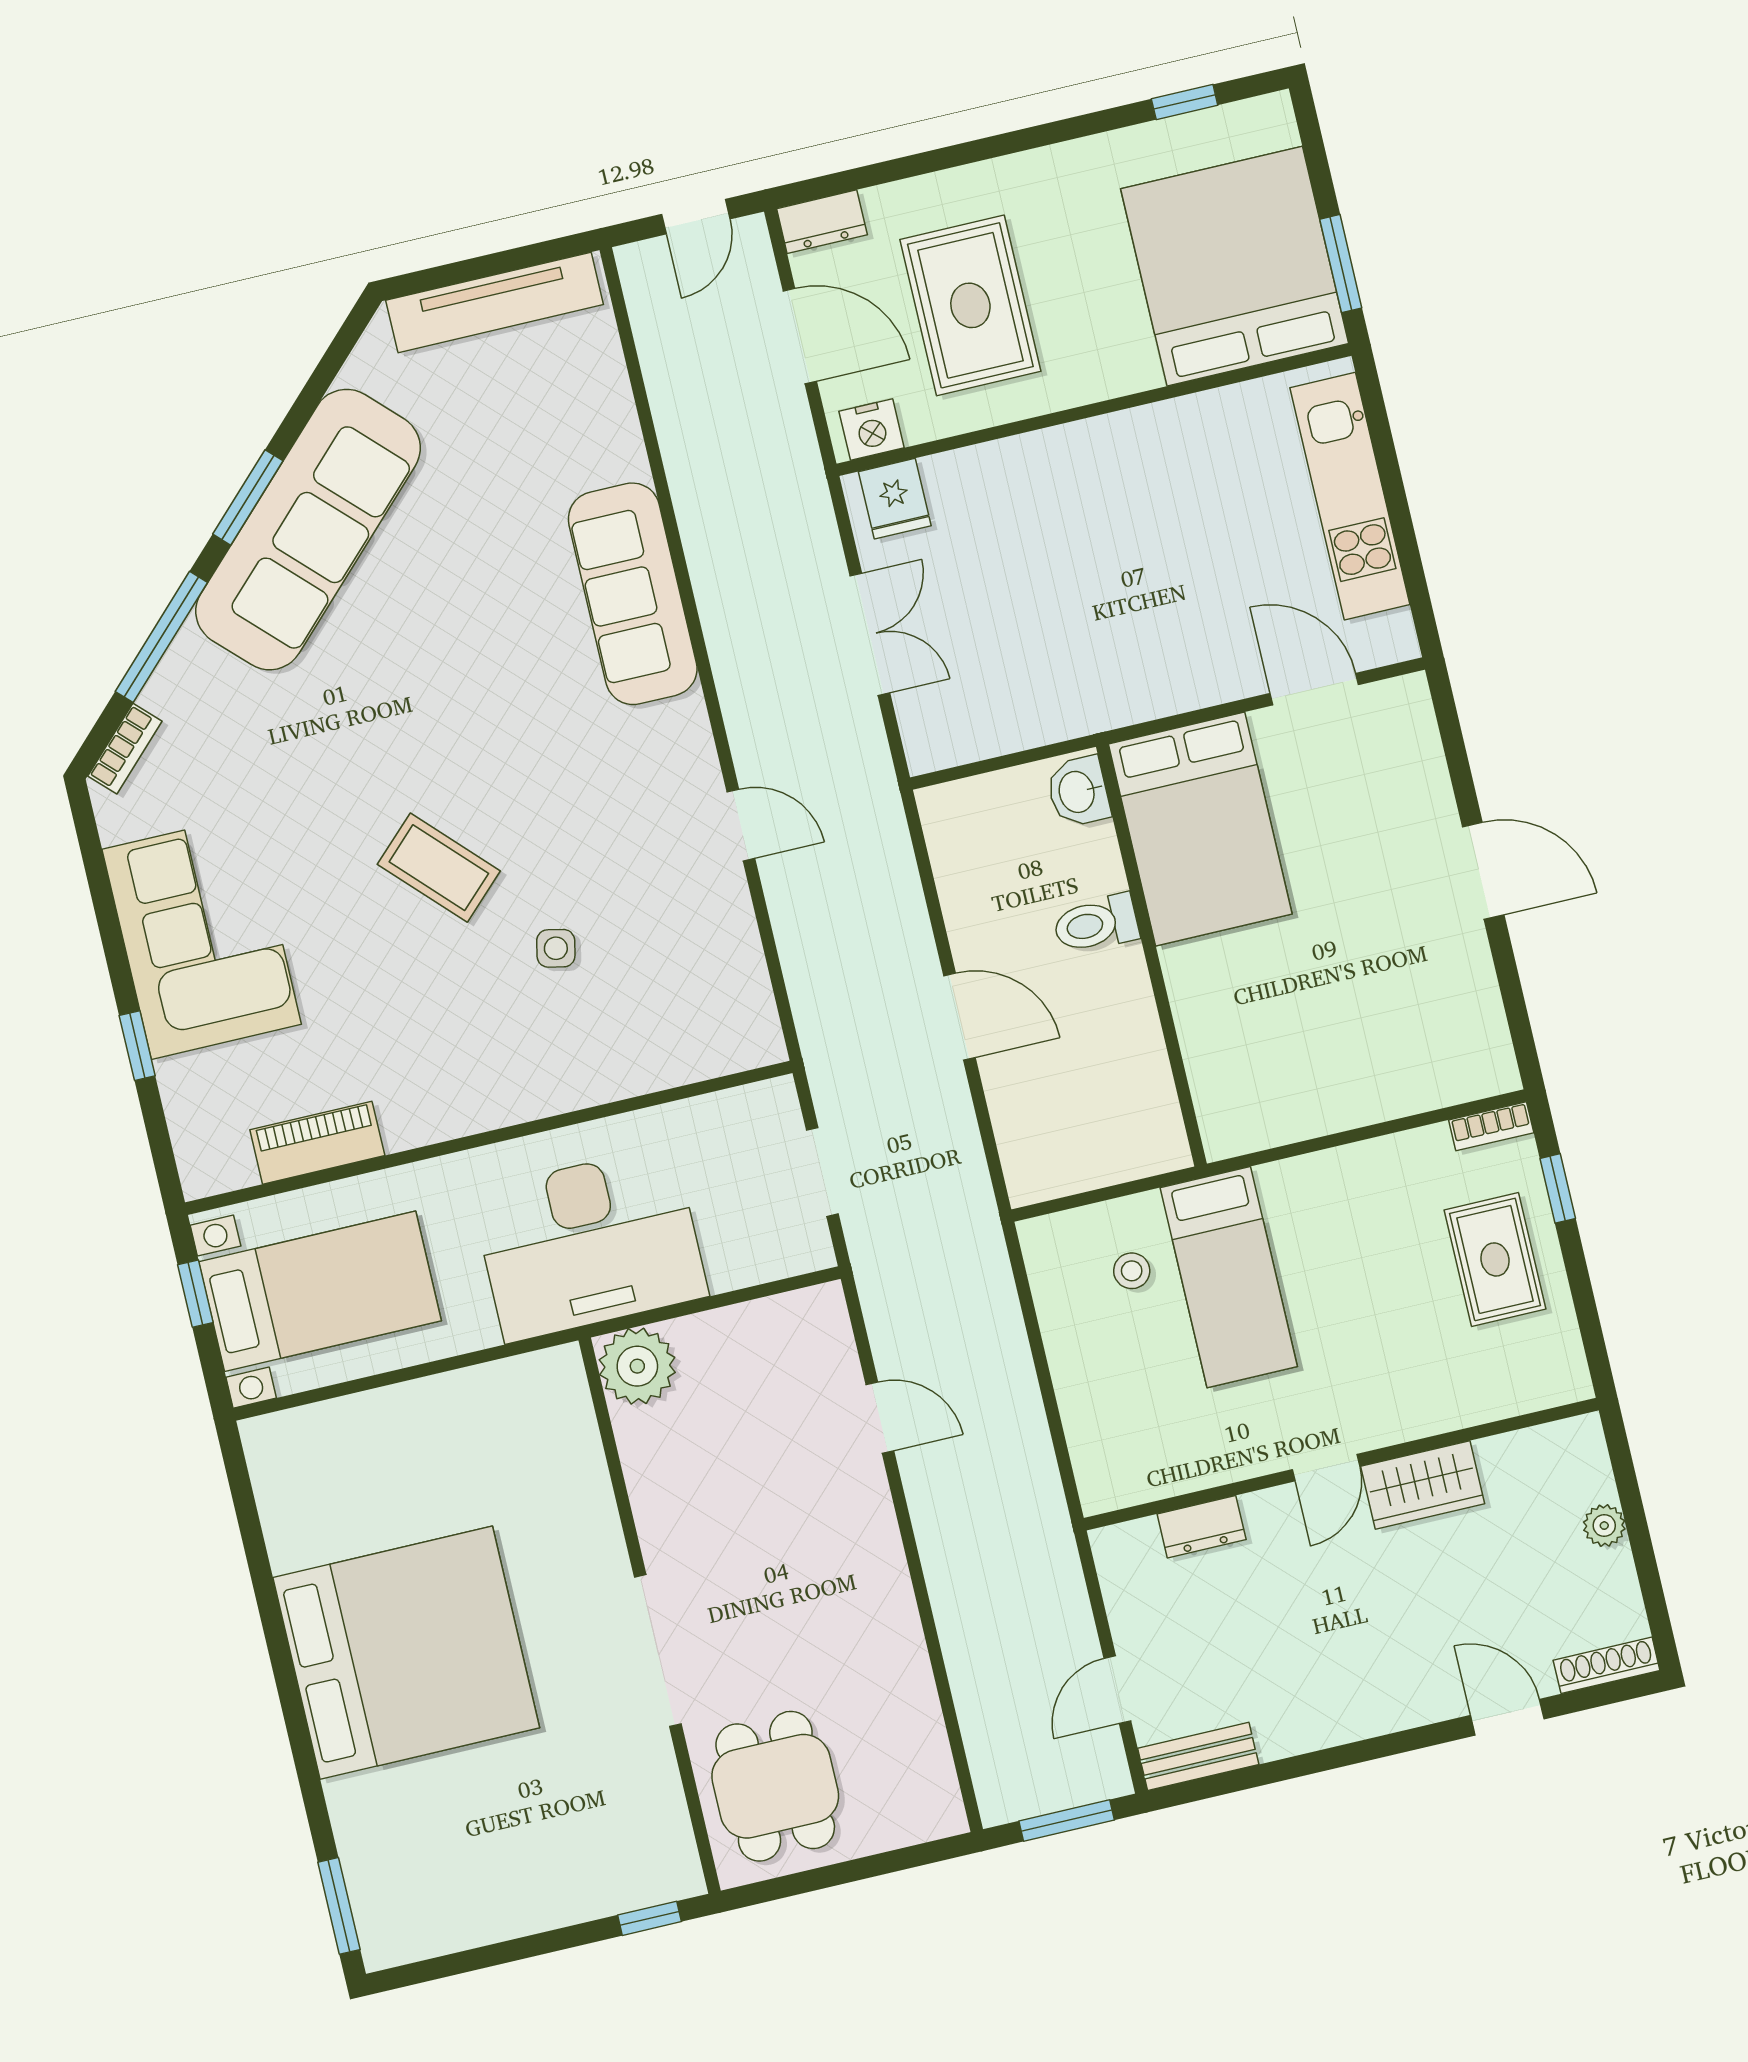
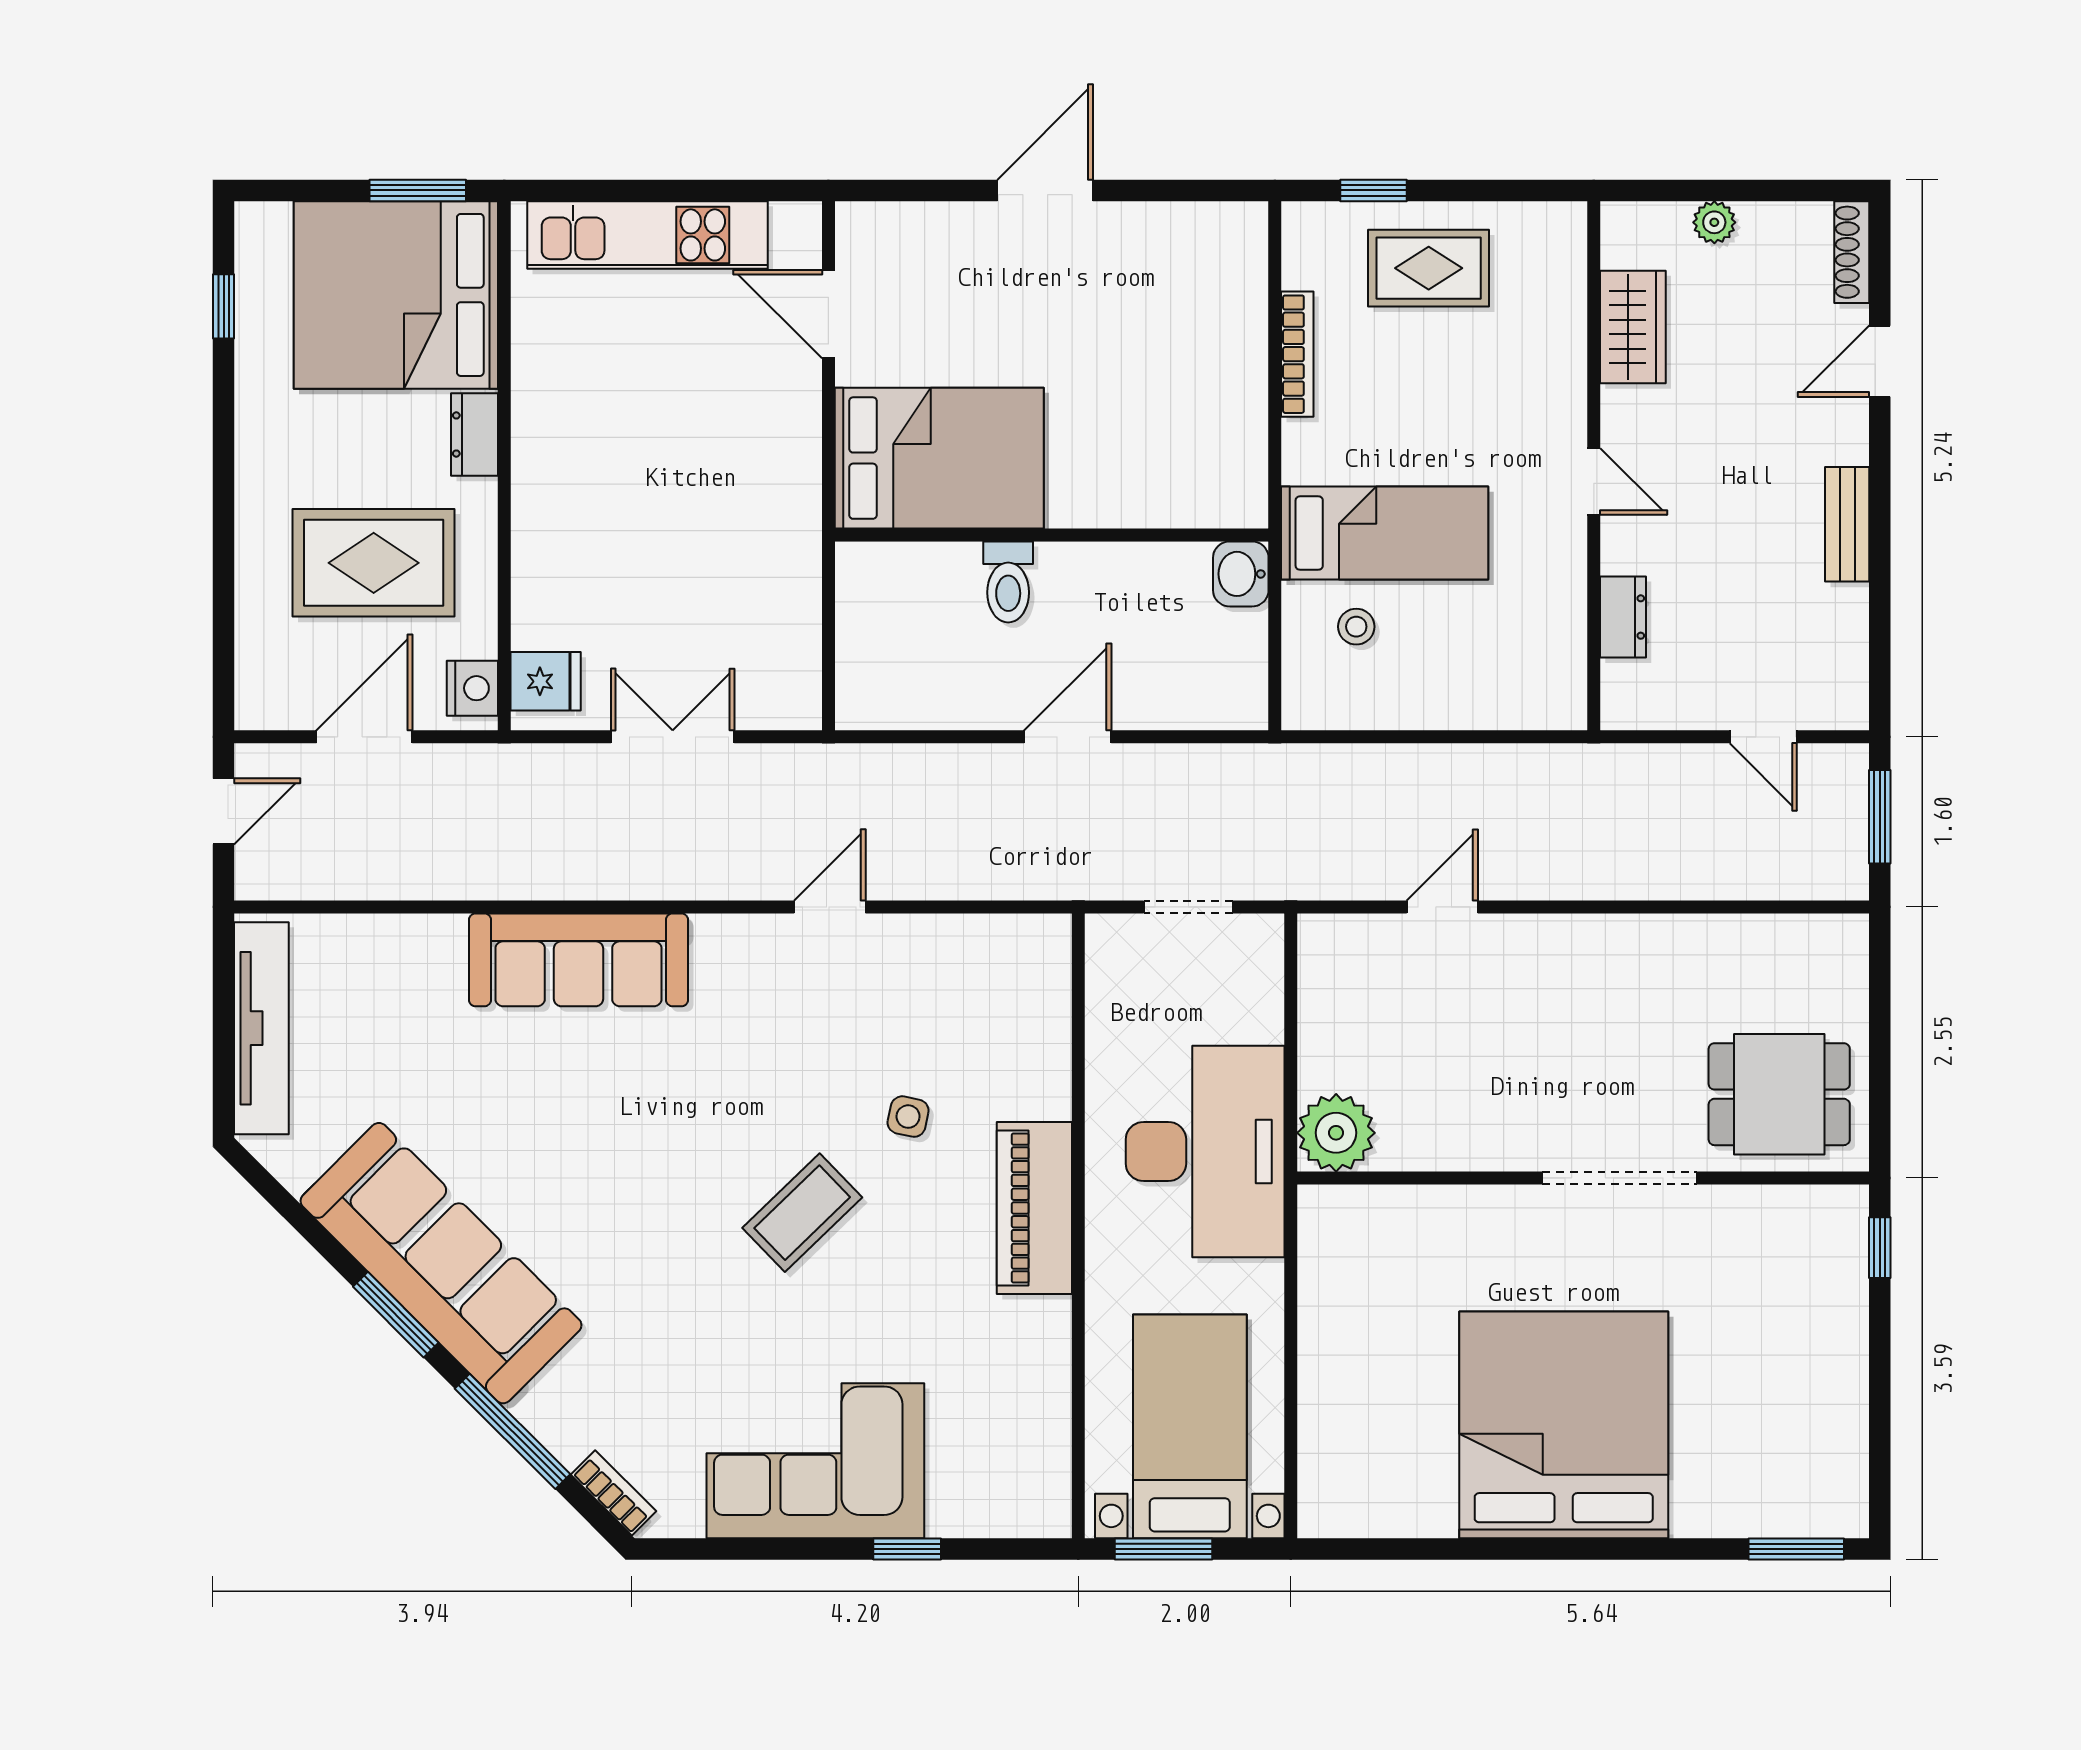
door: (696, 217) -> (224, 811), hinge flipped
dresser: (822, 222) -> (475, 434), moved, turned 180
door: (1314, 689) -> (828, 314), hinge flipped
washbasin: (1078, 792) -> (1241, 574), moved, turned 90
bookcase: (1491, 1126) -> (1297, 354), moved, width x1.56
piano: (317, 1143) -> (1034, 1208), moved, width x1.37, depth x1.33
window: (195, 1294) -> (1163, 1549), width x1.50
wardrobe: (1423, 1485) -> (1633, 327), moved
bench: (1198, 1756) -> (1847, 524), moved

